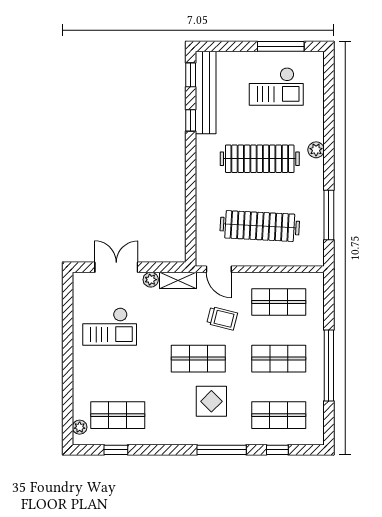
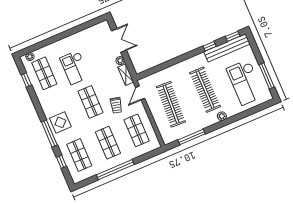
checkout: (276, 86) -> (245, 82), width x1.36, depth x1.21
checkout: (110, 327) -> (75, 67), moved
display table: (211, 401) -> (60, 122), moved

